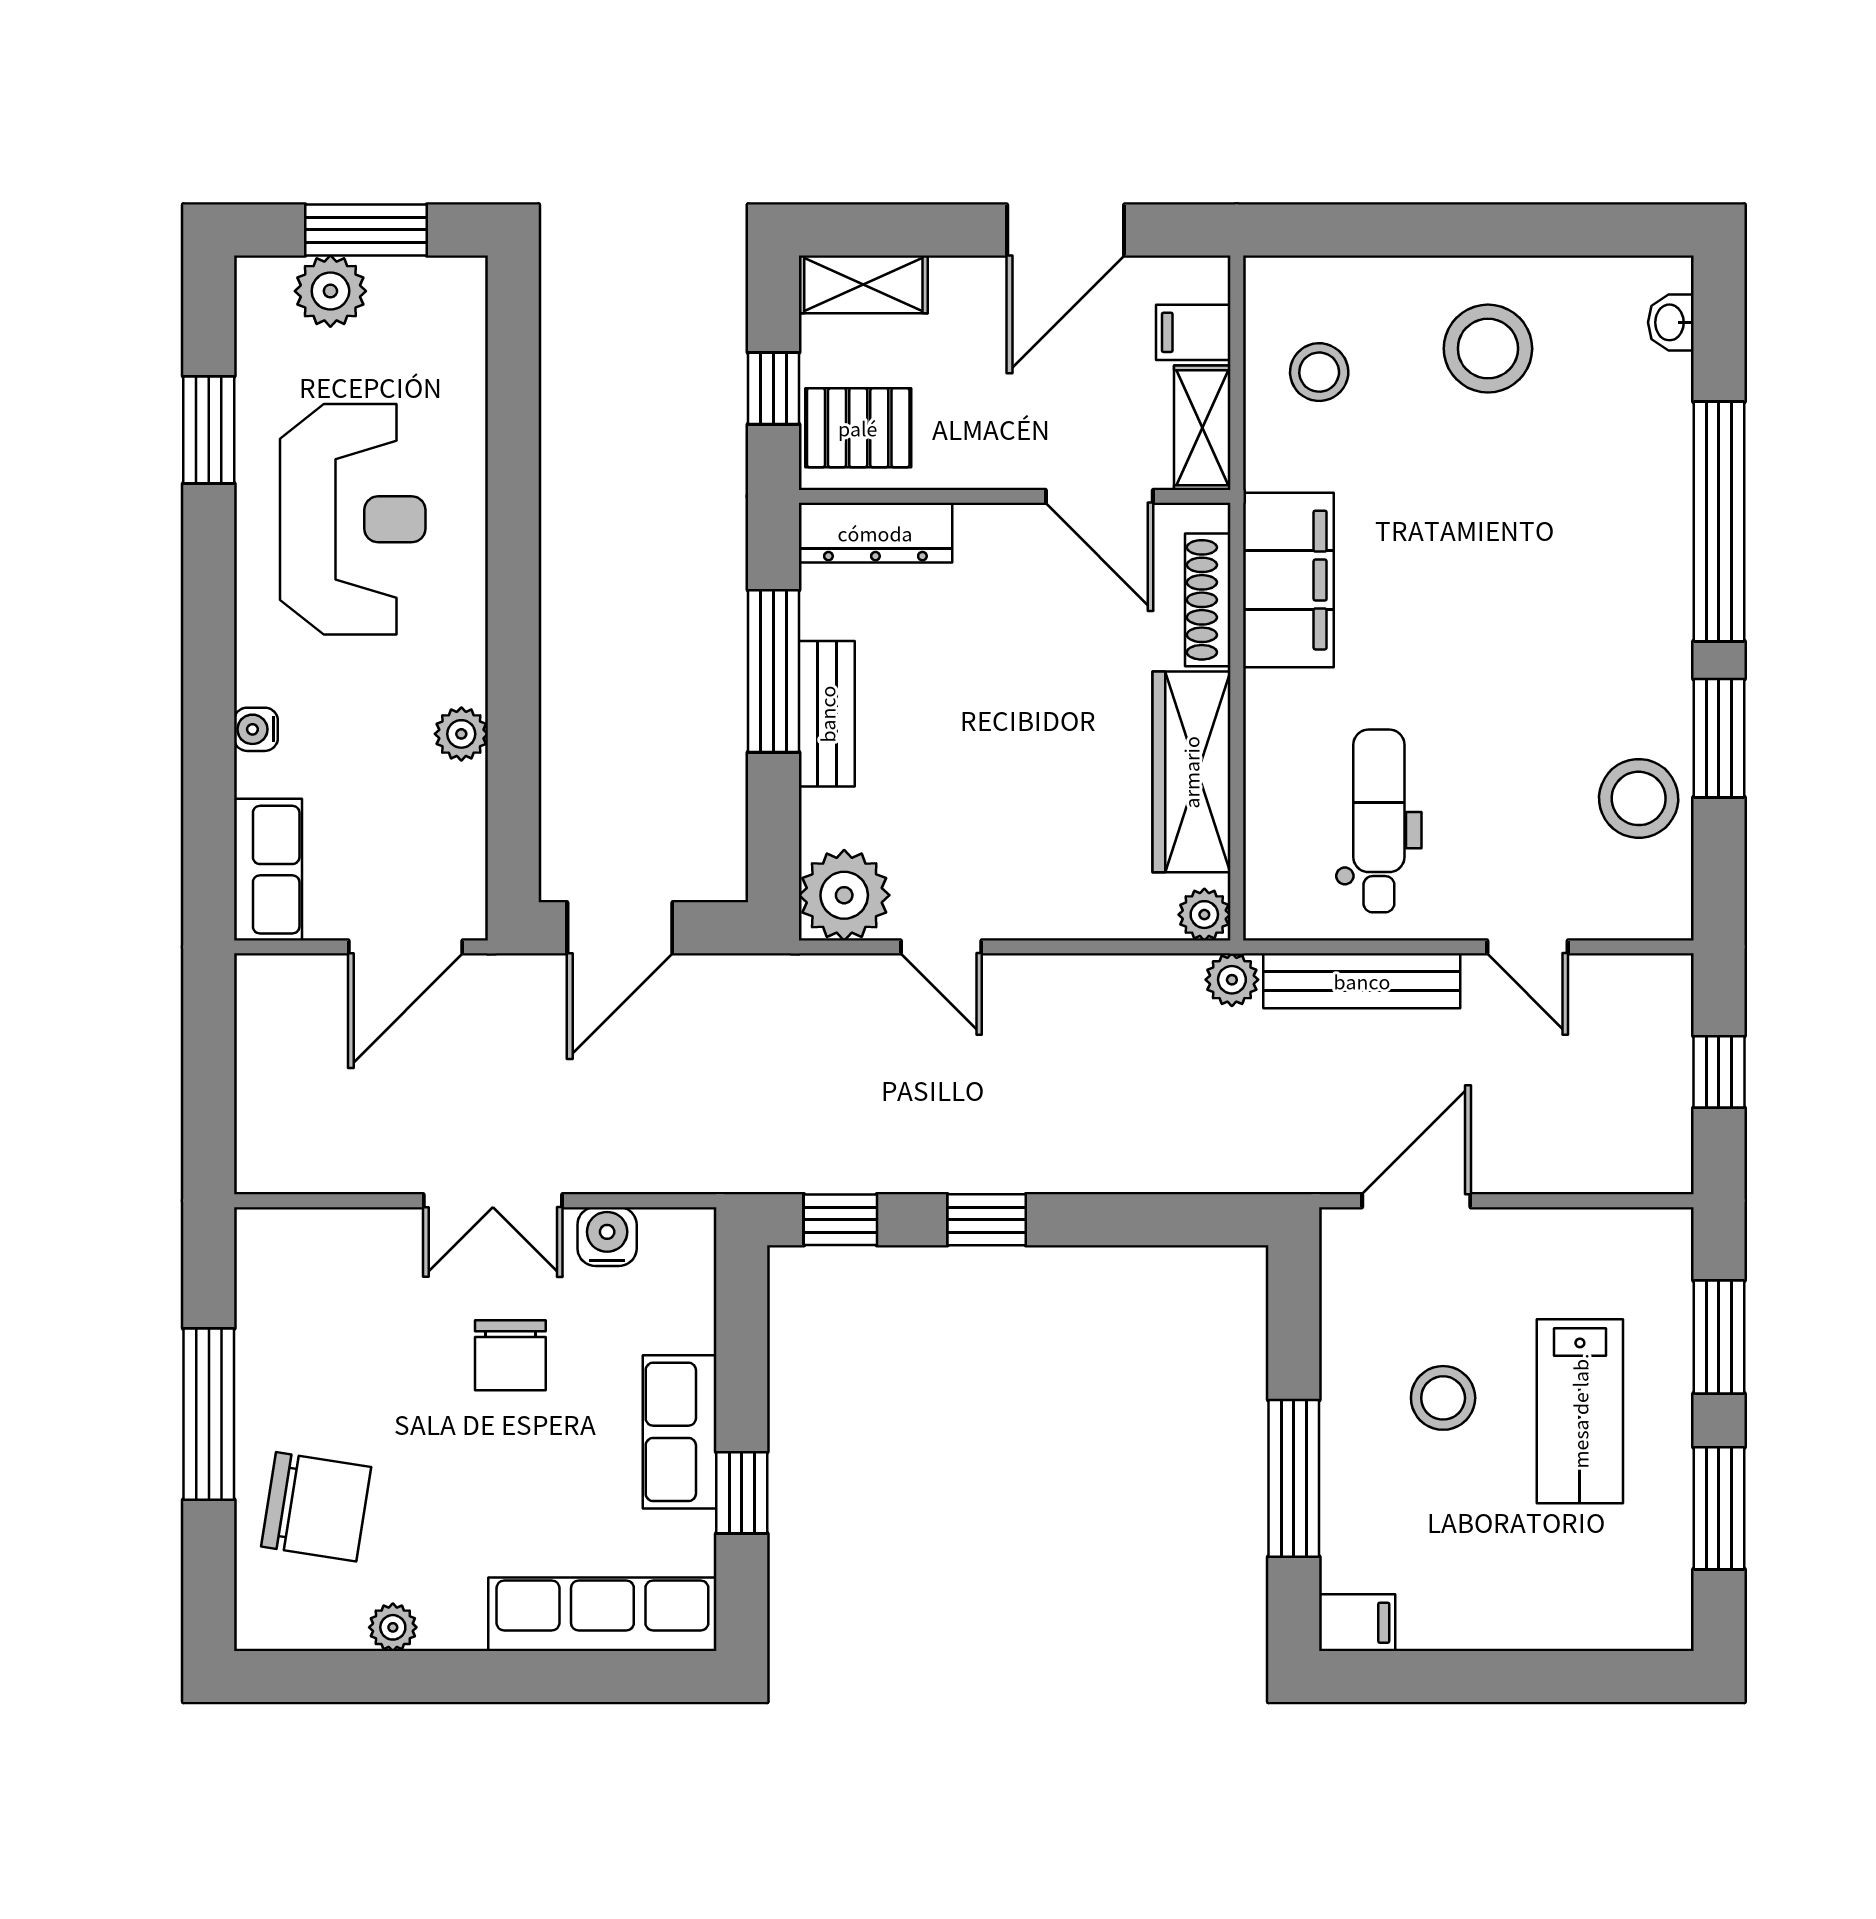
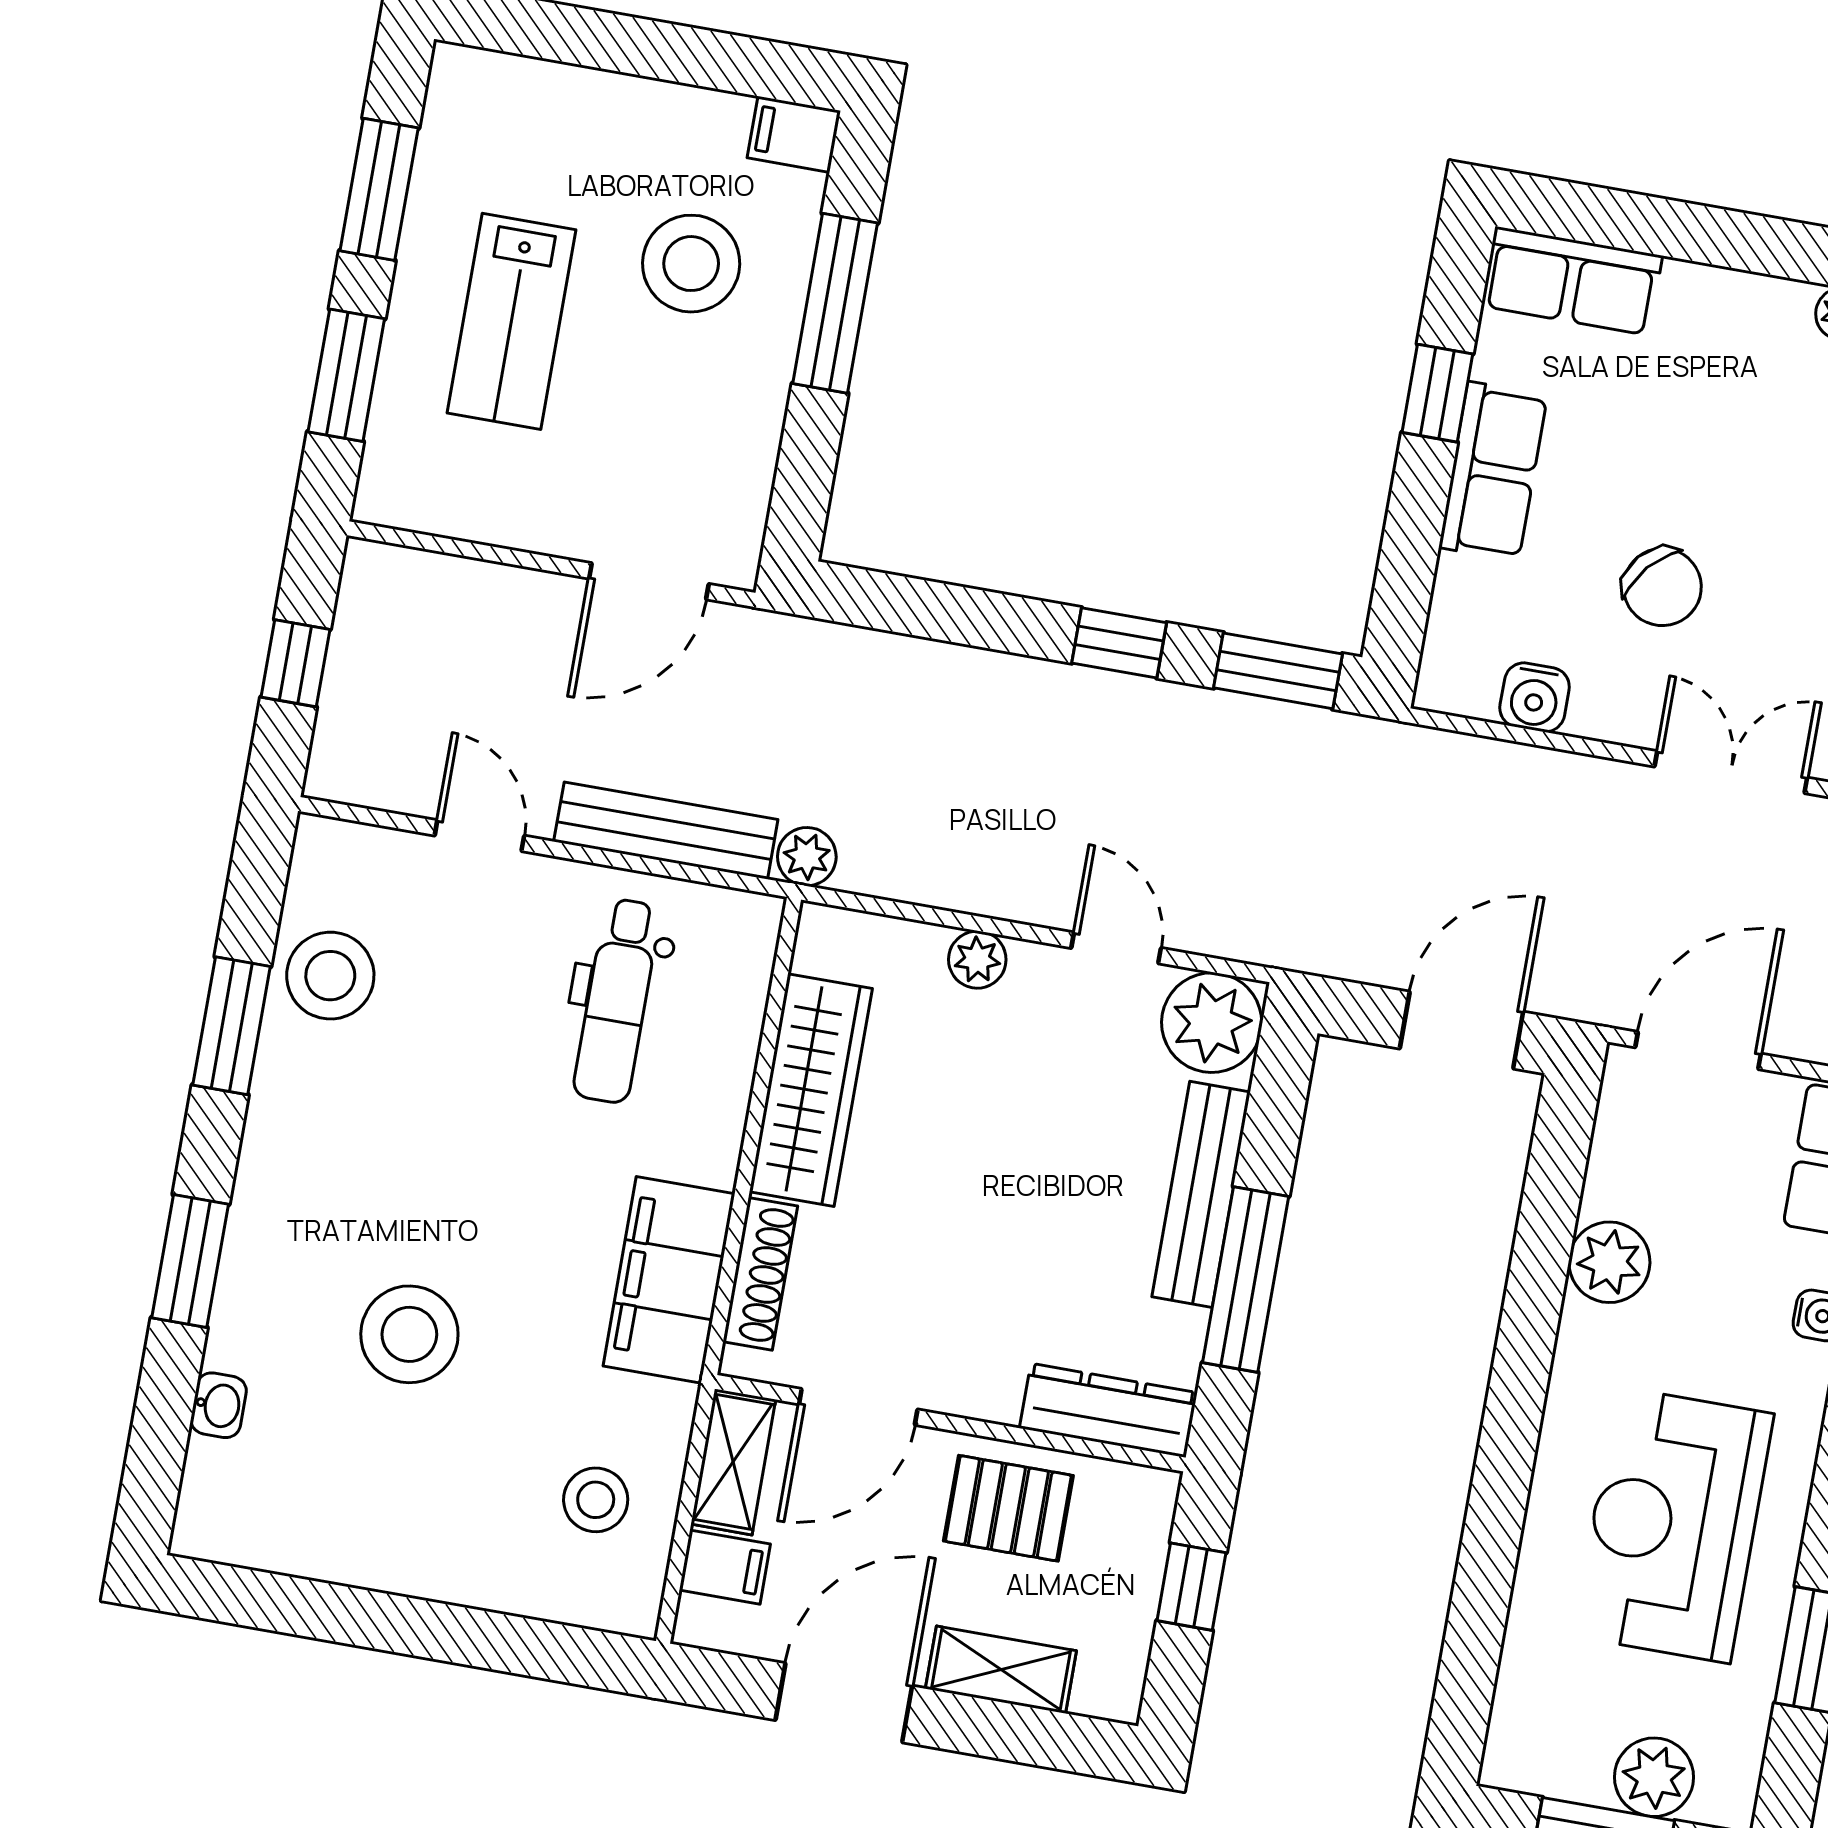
shelving: (863, 284) -> (1001, 1670), moved
washbasin: (1671, 322) -> (219, 1405), moved
stool: (1488, 349) -> (409, 1334), moved
pallet: (858, 428) -> (1008, 1508), moved
door: (1099, 496) -> (858, 1407), swing flipped
window: (1719, 521) -> (190, 1261), width x0.47
bench: (827, 714) -> (1201, 1194), width x1.36
plant: (461, 734) -> (1609, 1262), width x1.38, depth x1.38
plant: (1204, 915) -> (977, 960), moved
double door: (493, 1201) -> (1731, 772), moved
window: (840, 1220) -> (1278, 671), width x1.50
chair: (510, 1355) -> (1662, 587), turned 131
stool: (1443, 1398) -> (691, 264), moved, width x1.38, depth x1.38
lab bench: (1580, 1411) -> (511, 321), turned 180
row of seats: (602, 1614) -> (1572, 281), width x0.68

